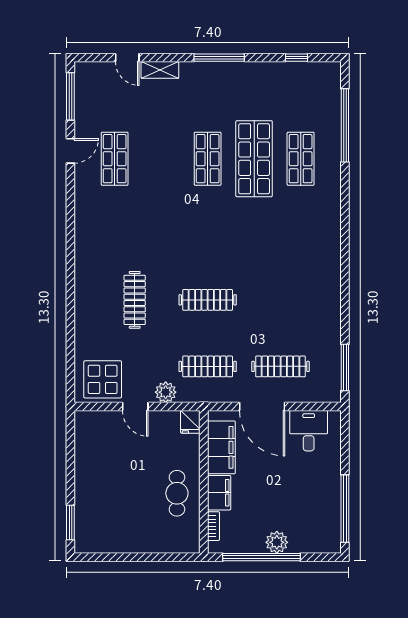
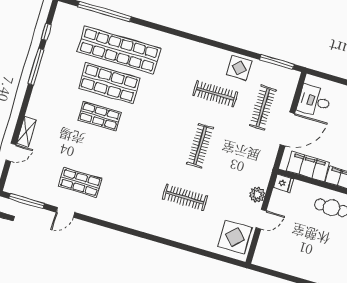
window: (219, 58) -> (36, 67), moved
door: (70, 151) -> (65, 212), swing flipped
shop shelf: (301, 159) -> (119, 50), width x2.00, depth x1.36
display table: (323, 321) -> (239, 68), added
clothes rail: (208, 366) -> (215, 94), moved, turned 90

